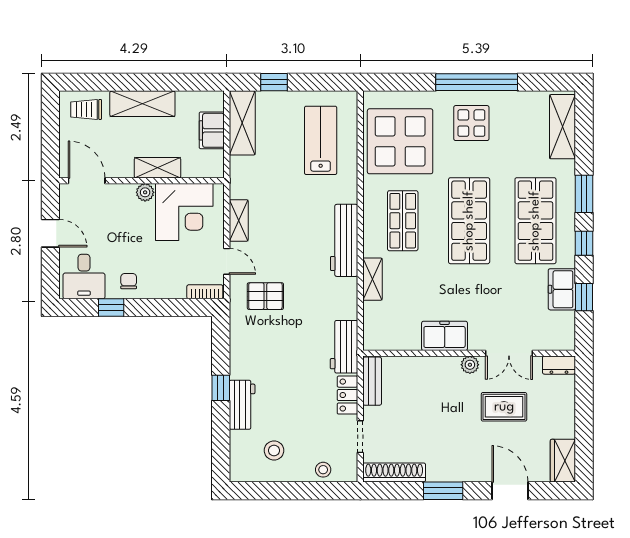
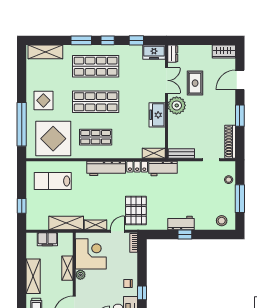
window: (477, 82) -> (22, 124), moved
shelving: (242, 123) -> (66, 223), moved
shelving: (372, 279) -> (154, 153), moved
freezer: (562, 289) -> (154, 52), moved
pallet: (265, 296) -> (136, 211), width x1.50, depth x1.42
plant: (470, 365) -> (177, 105), width x1.88, depth x1.88
locker: (347, 395) -> (137, 167), moved
workbench: (242, 405) -> (181, 223), moved
stool: (274, 450) -> (222, 221), moved
window: (288, 491) -> (240, 199), added

